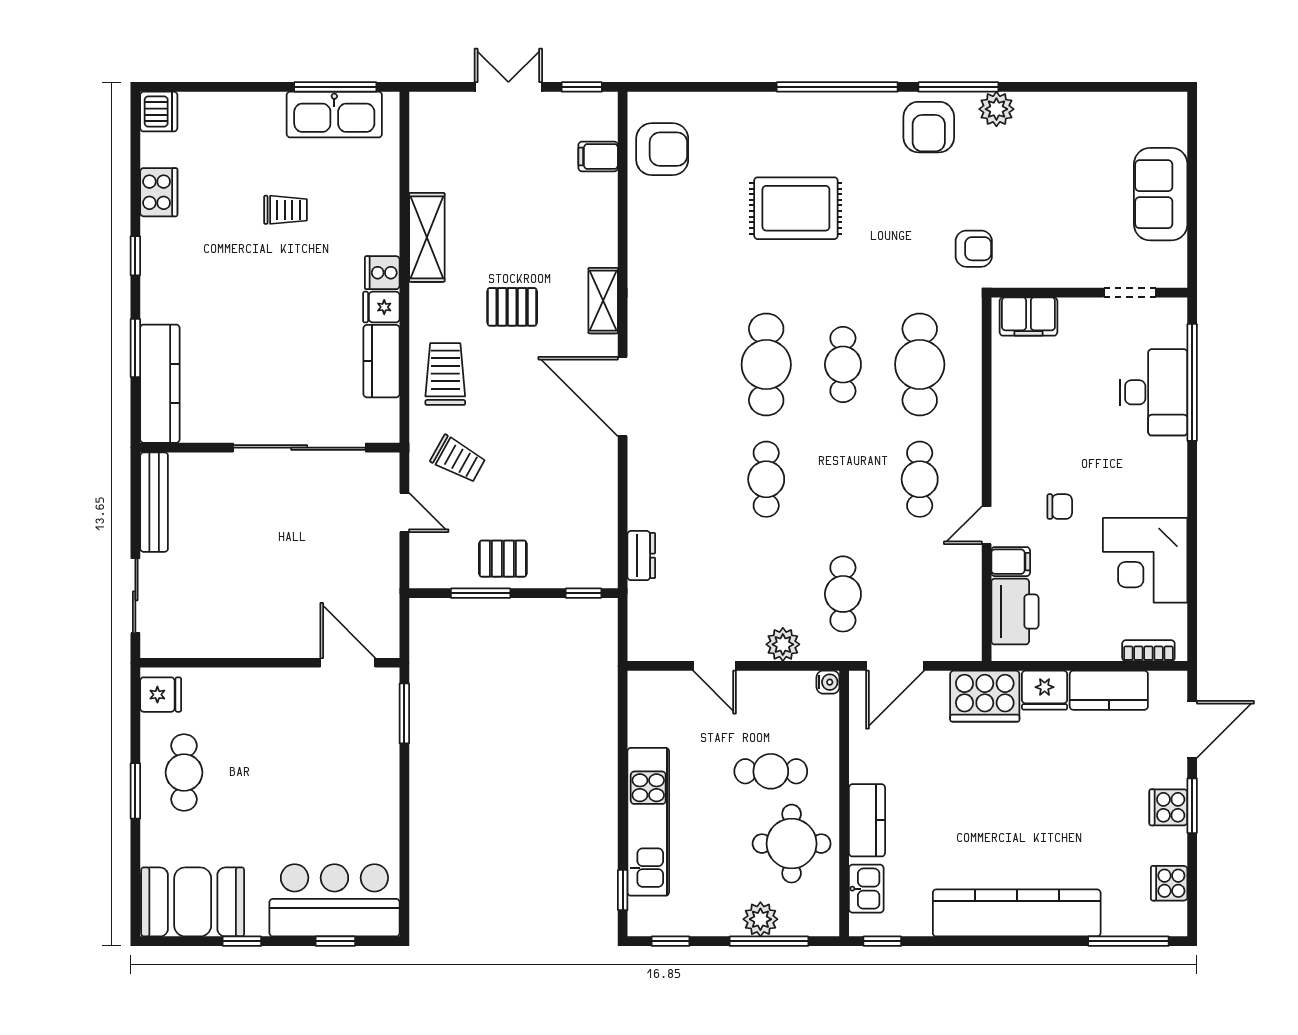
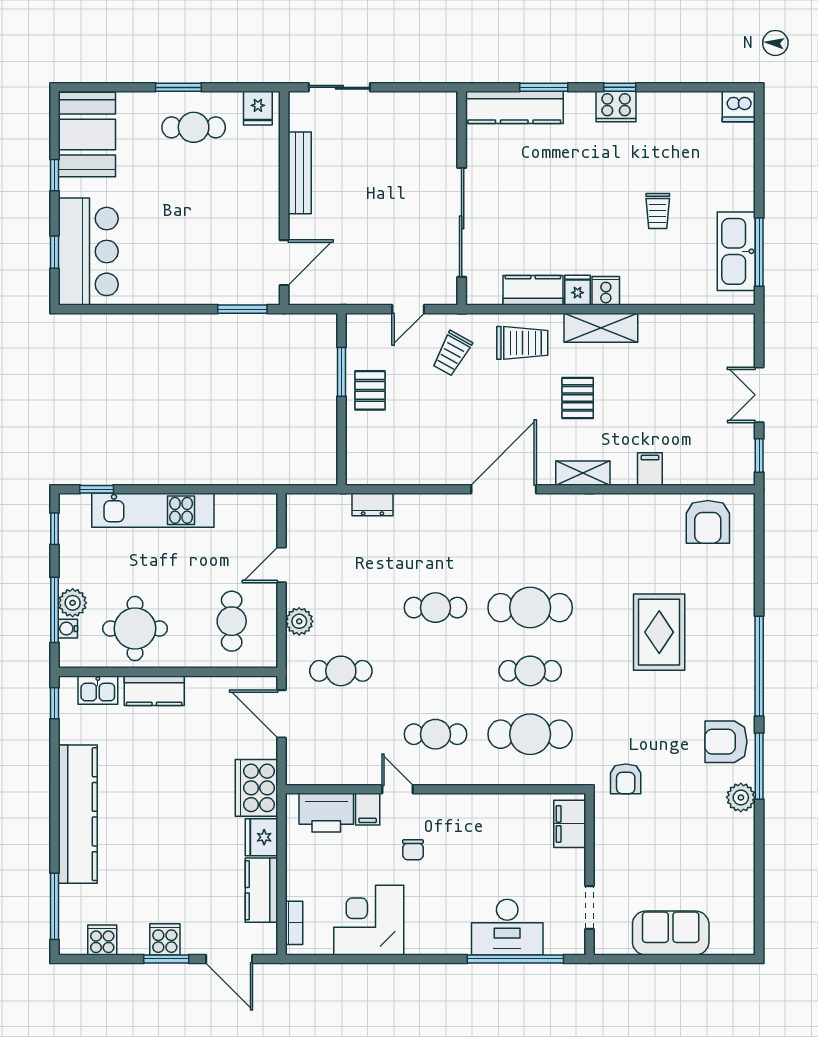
double door: (508, 87) -> (759, 395), swing flipped
filing cabinet: (598, 156) -> (650, 469), moved
cooker: (159, 192) -> (616, 107), moved
shelving: (427, 237) -> (601, 328), moved
bench: (154, 502) -> (300, 173), moved, turned 90
window: (583, 593) -> (342, 457), removed
water cooler: (828, 682) -> (68, 629), moved, turned 90
cafe table: (771, 771) -> (232, 621), moved

